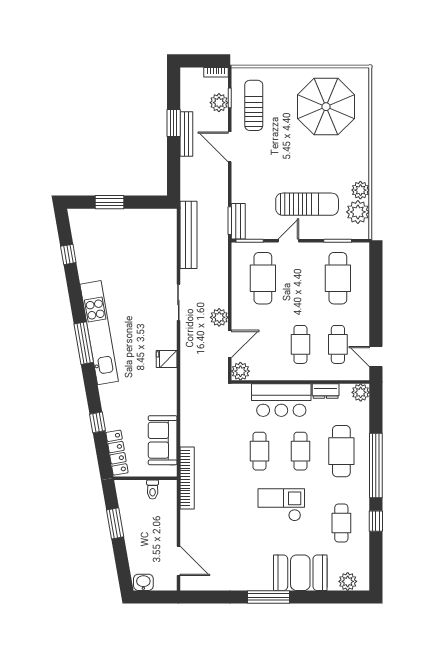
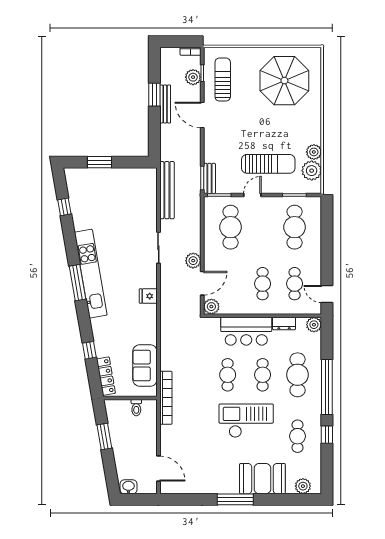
checkout: (281, 505) -> (246, 421), width x1.36, depth x1.21

